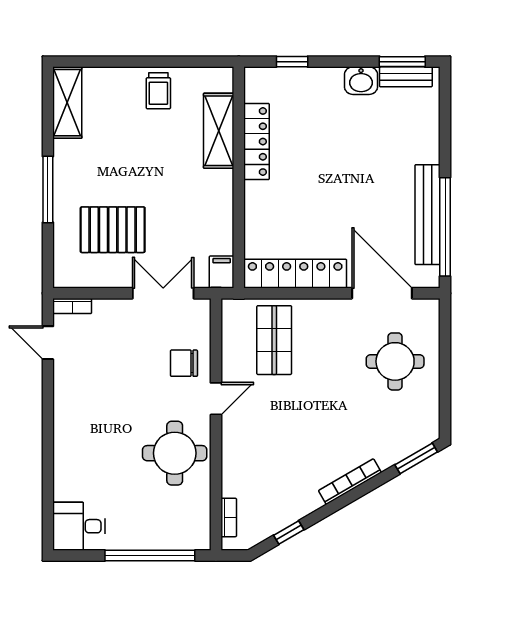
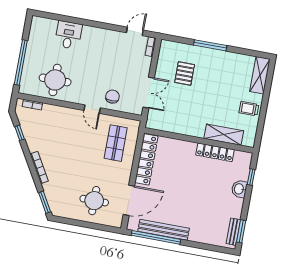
washbasin: (361, 81) -> (239, 189), moved
shelving: (67, 103) -> (260, 75), moved, turned 90
pallet: (113, 230) -> (185, 74), width x0.67, depth x0.71
filing cabinet: (222, 272) -> (154, 123), removed
shop shelf: (274, 340) -> (116, 143), turned 90
round table: (175, 453) -> (55, 80), moved
desk: (79, 526) -> (68, 35), moved

